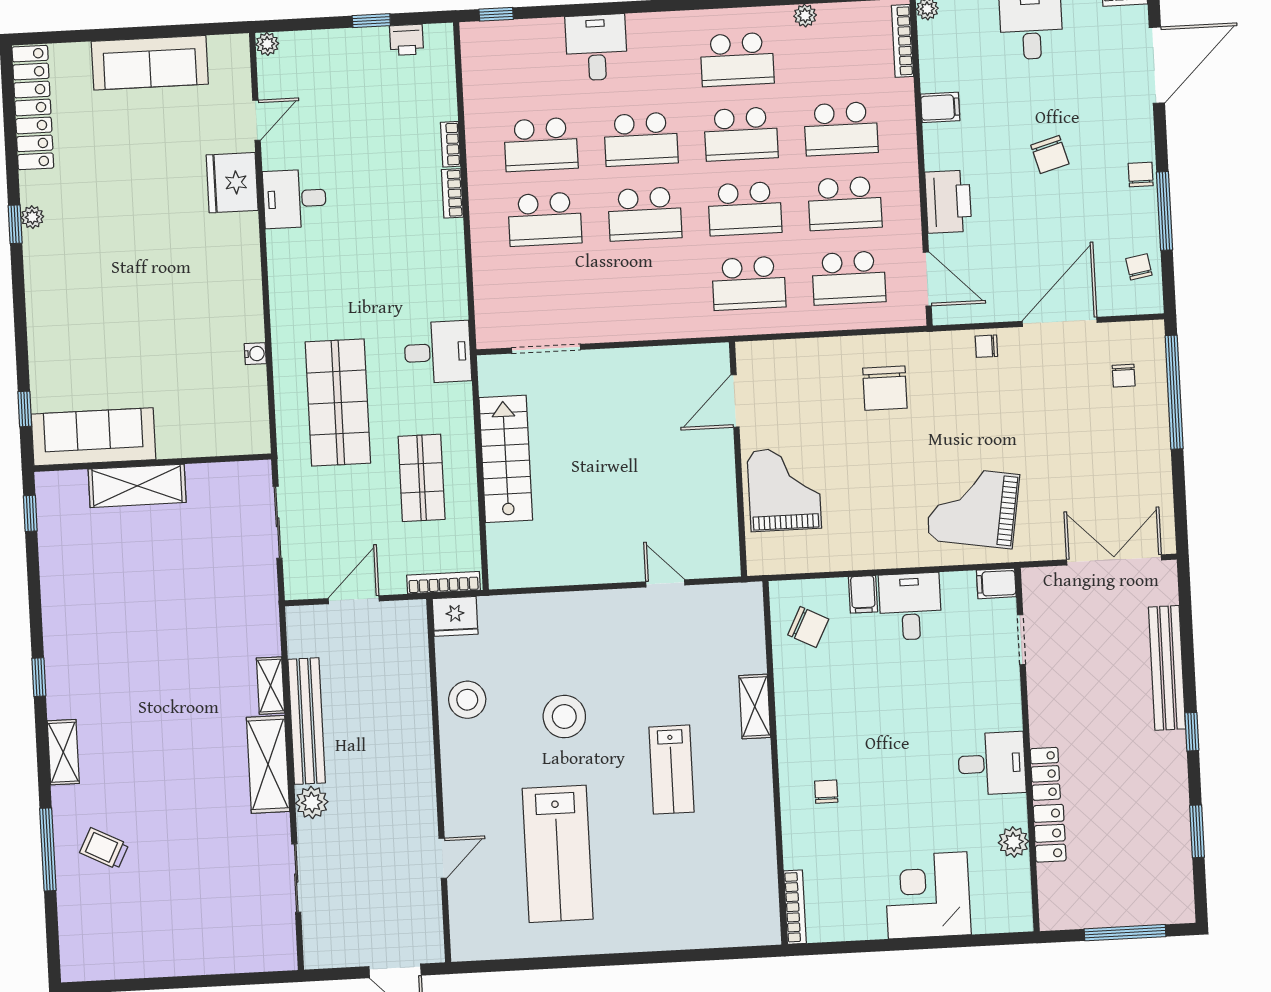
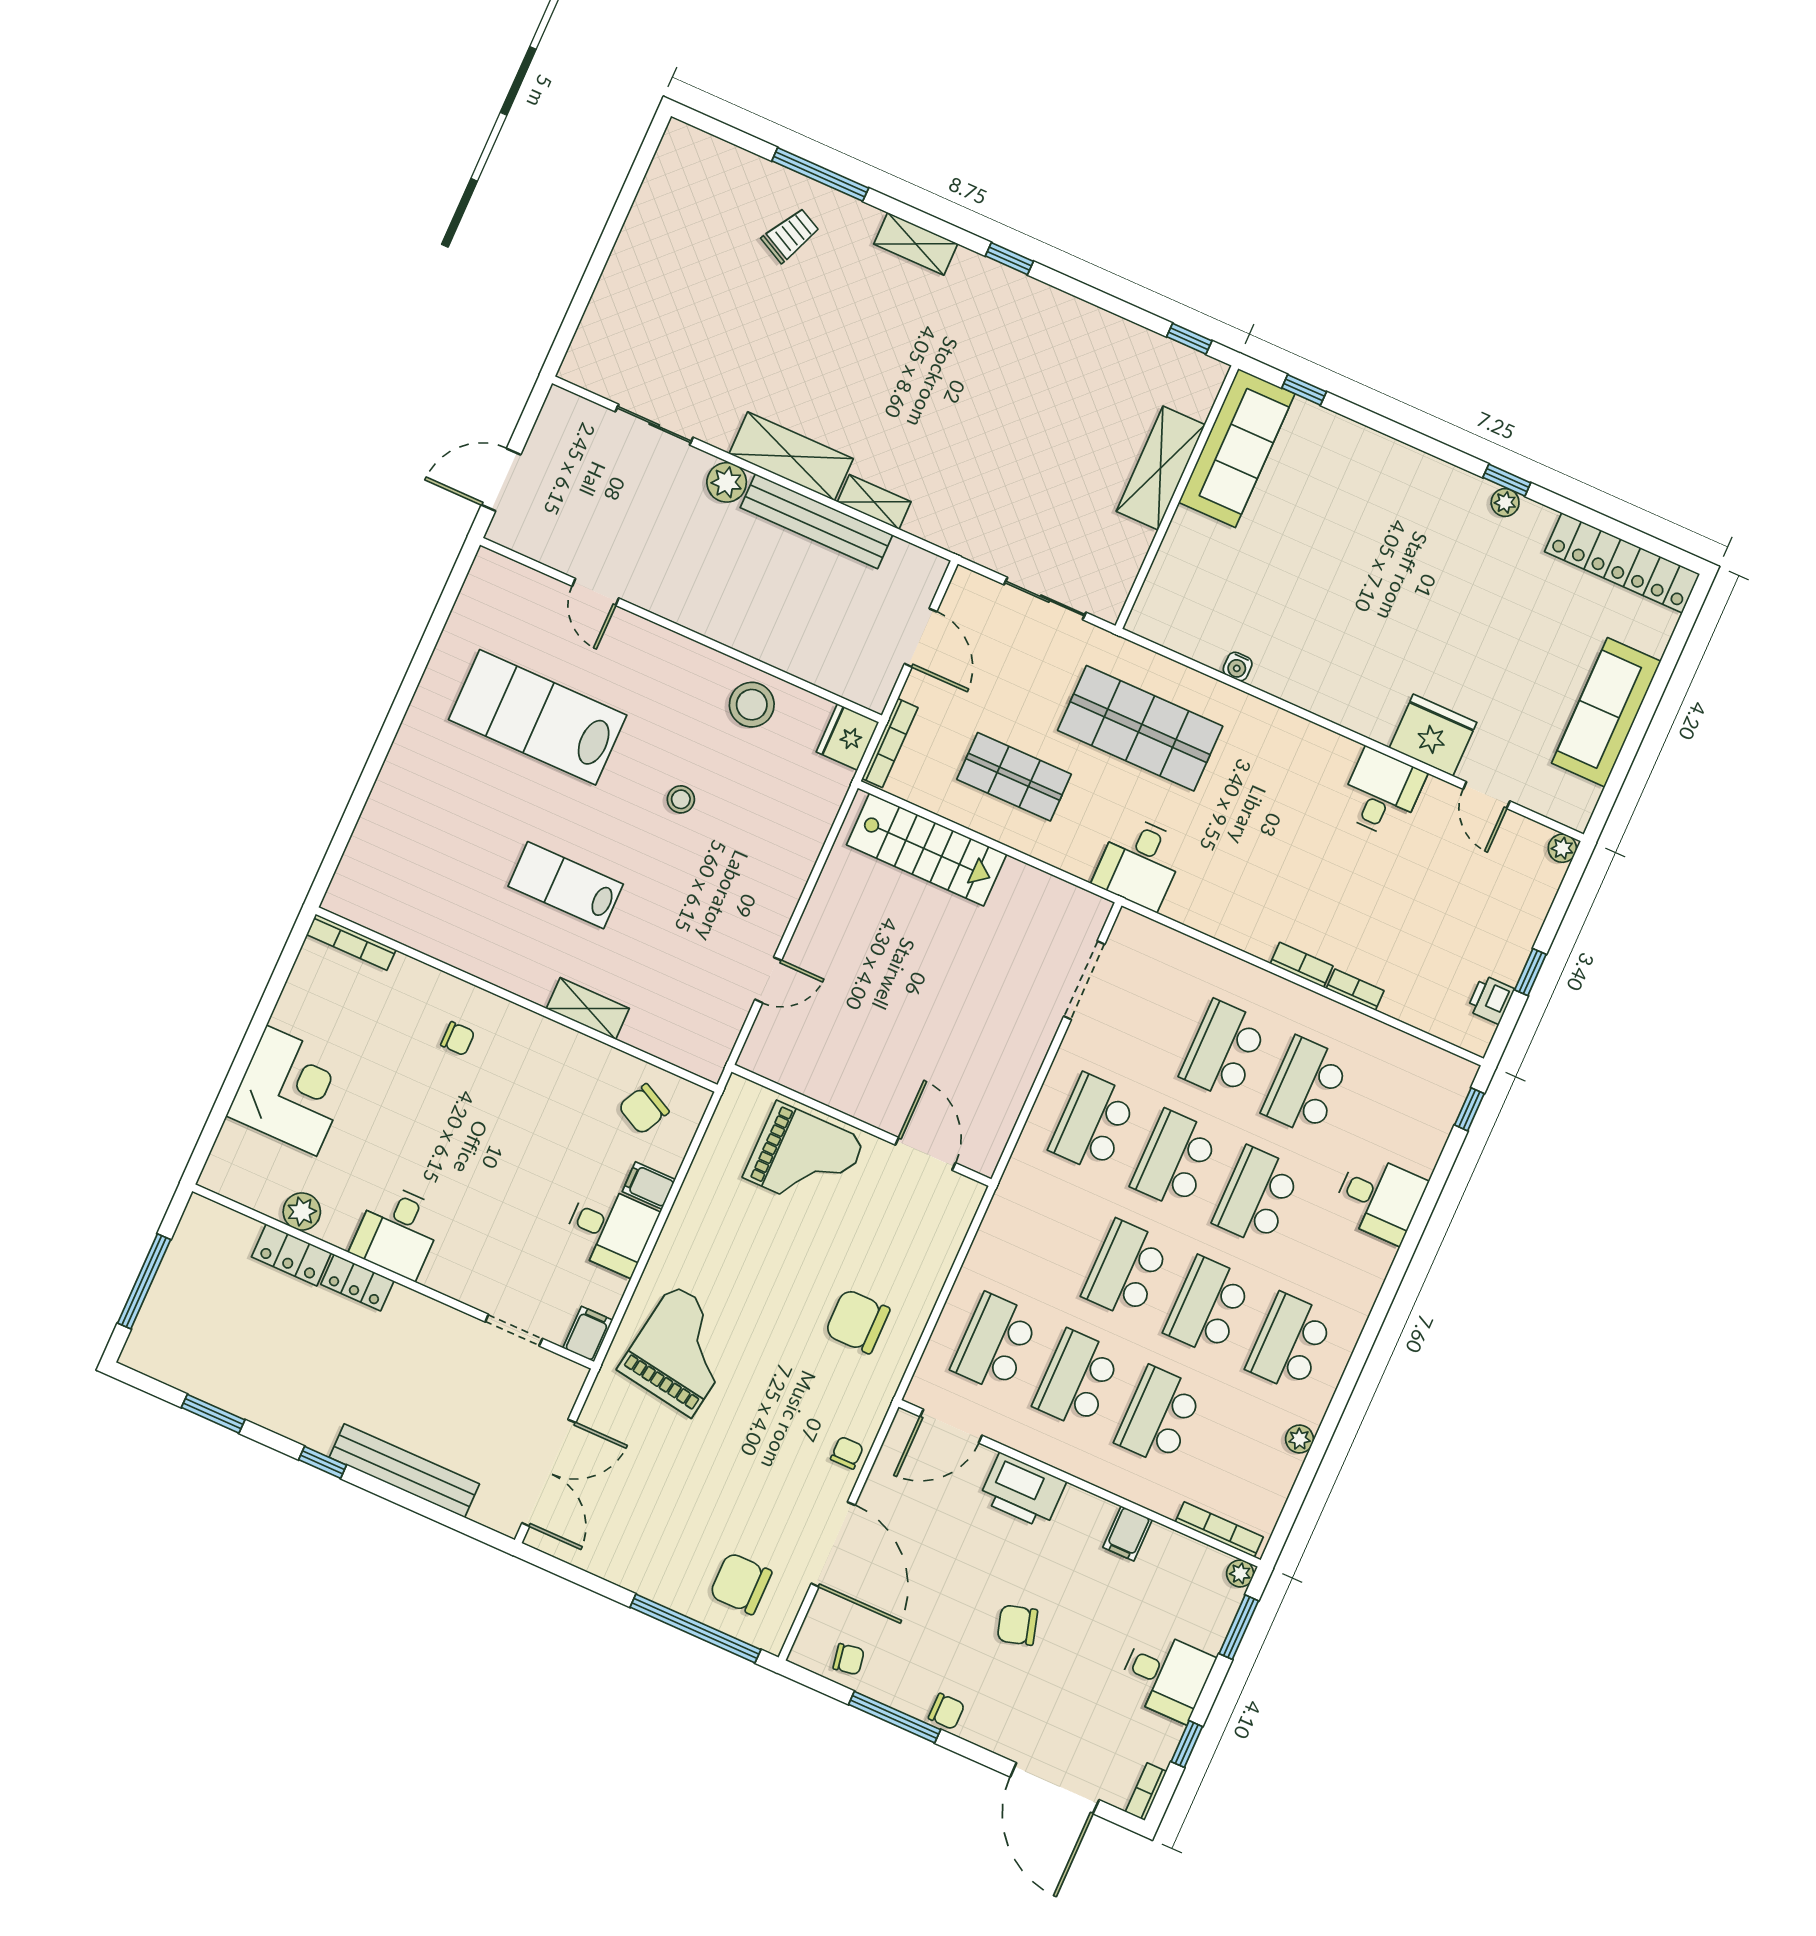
school desk: (749, 283) -> (1093, 1123), moved
chair: (1124, 376) -> (741, 1584), width x1.87, depth x1.87
stairs: (506, 459) -> (927, 850), moved
stool: (564, 717) -> (681, 799), width x0.53, depth x0.53

